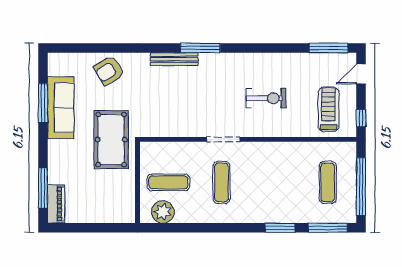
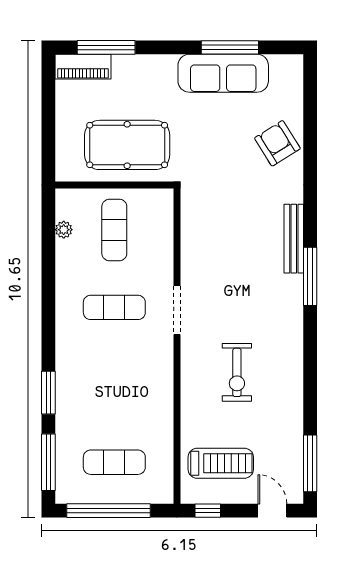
pool table: (111, 140) -> (127, 145), moved
plant: (163, 212) -> (64, 230), width x0.53, depth x0.53

